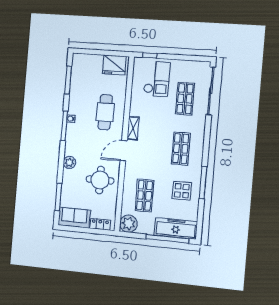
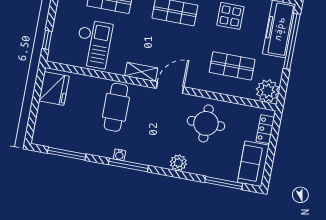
checkout: (157, 79) -> (93, 44), moved, turned 90
cafe table: (105, 112) -> (116, 107), turned 90
door: (124, 151) -> (170, 88), swing flipped

